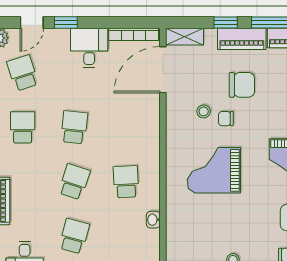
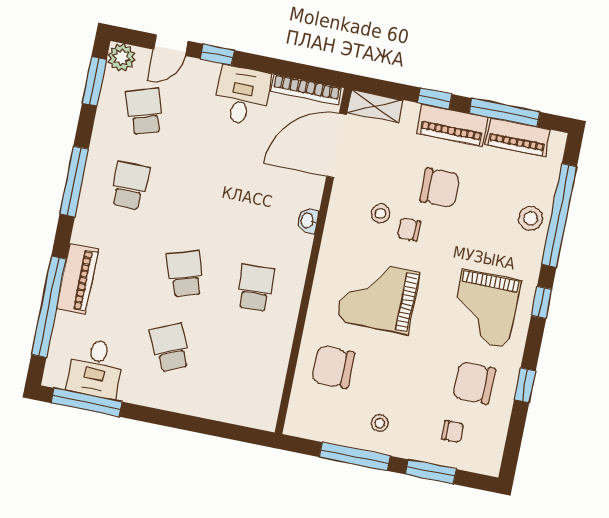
school desk: (74, 127) -> (200, 200), removed
school desk: (74, 182) -> (185, 274), turned -36
washbasin: (153, 220) -> (308, 221), moved
chair: (192, 226) -> (333, 367), added
school desk: (74, 236) -> (170, 348), turned -39

